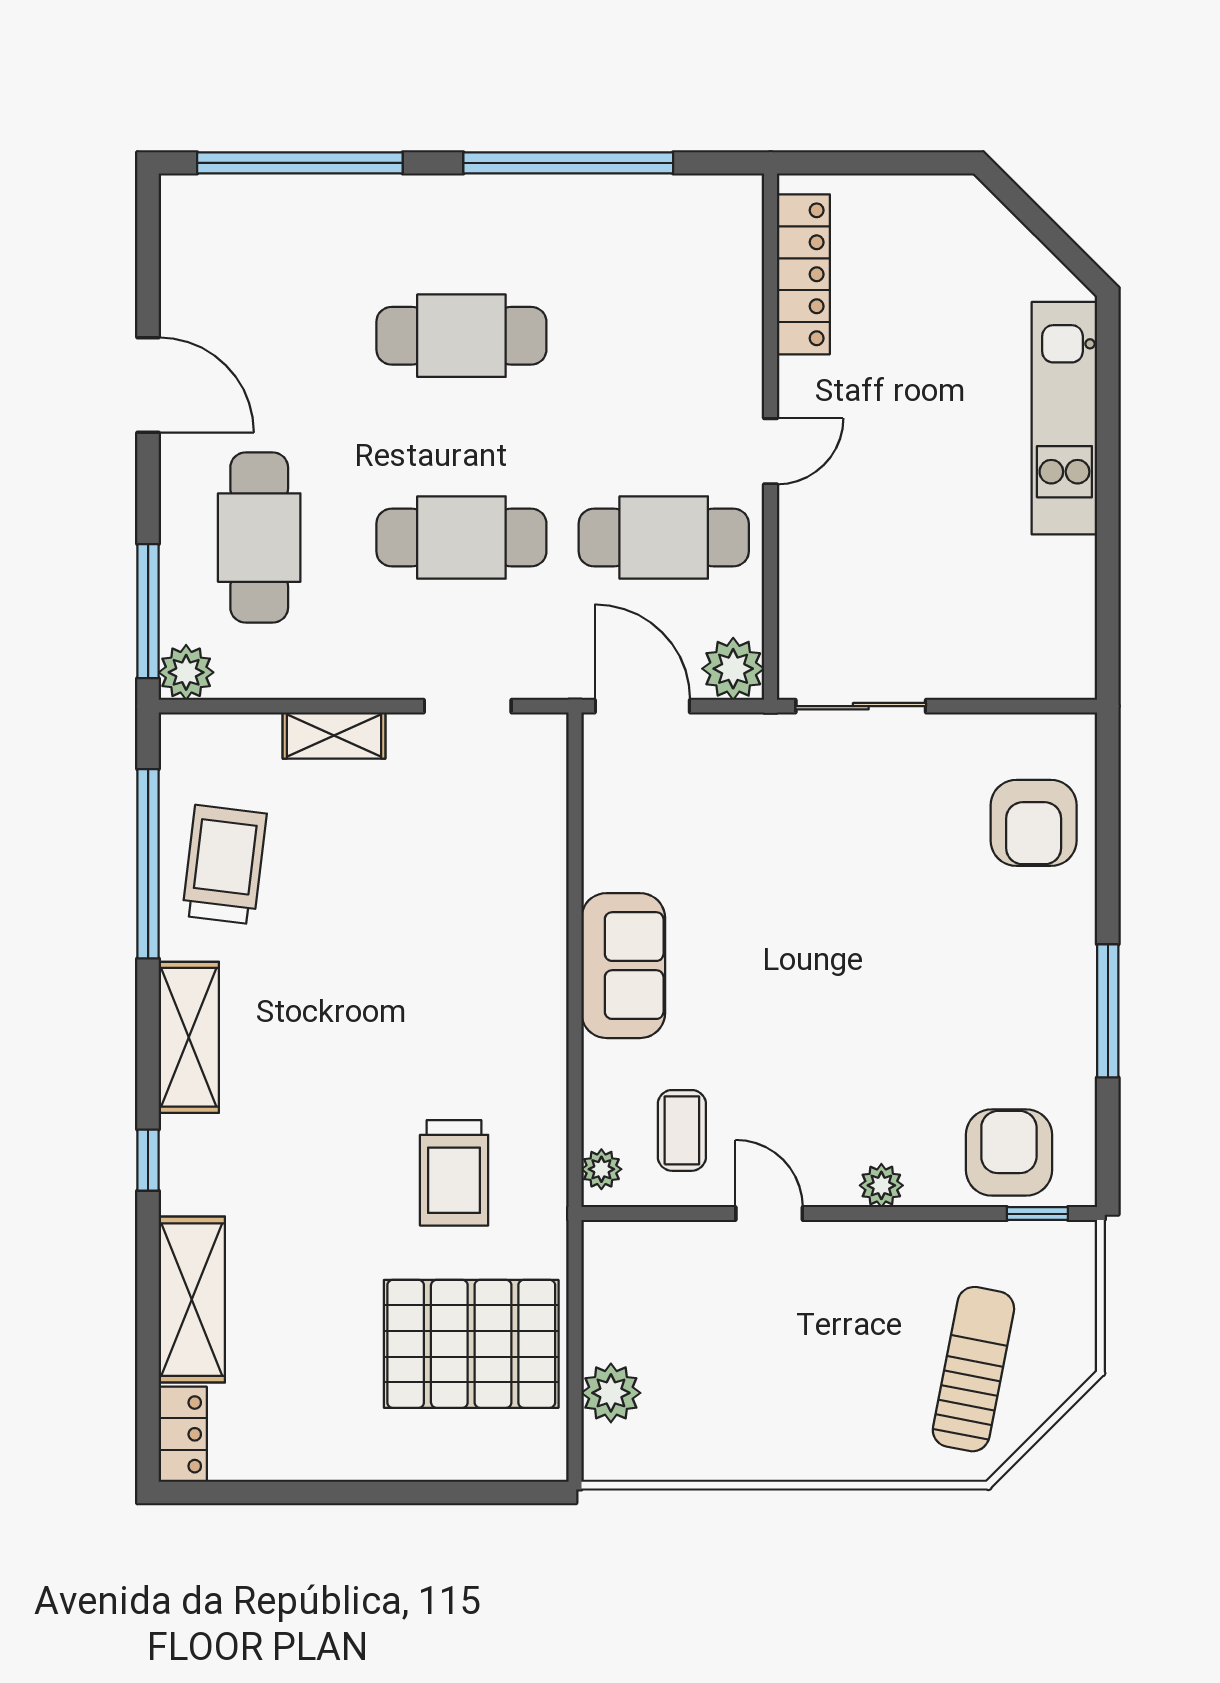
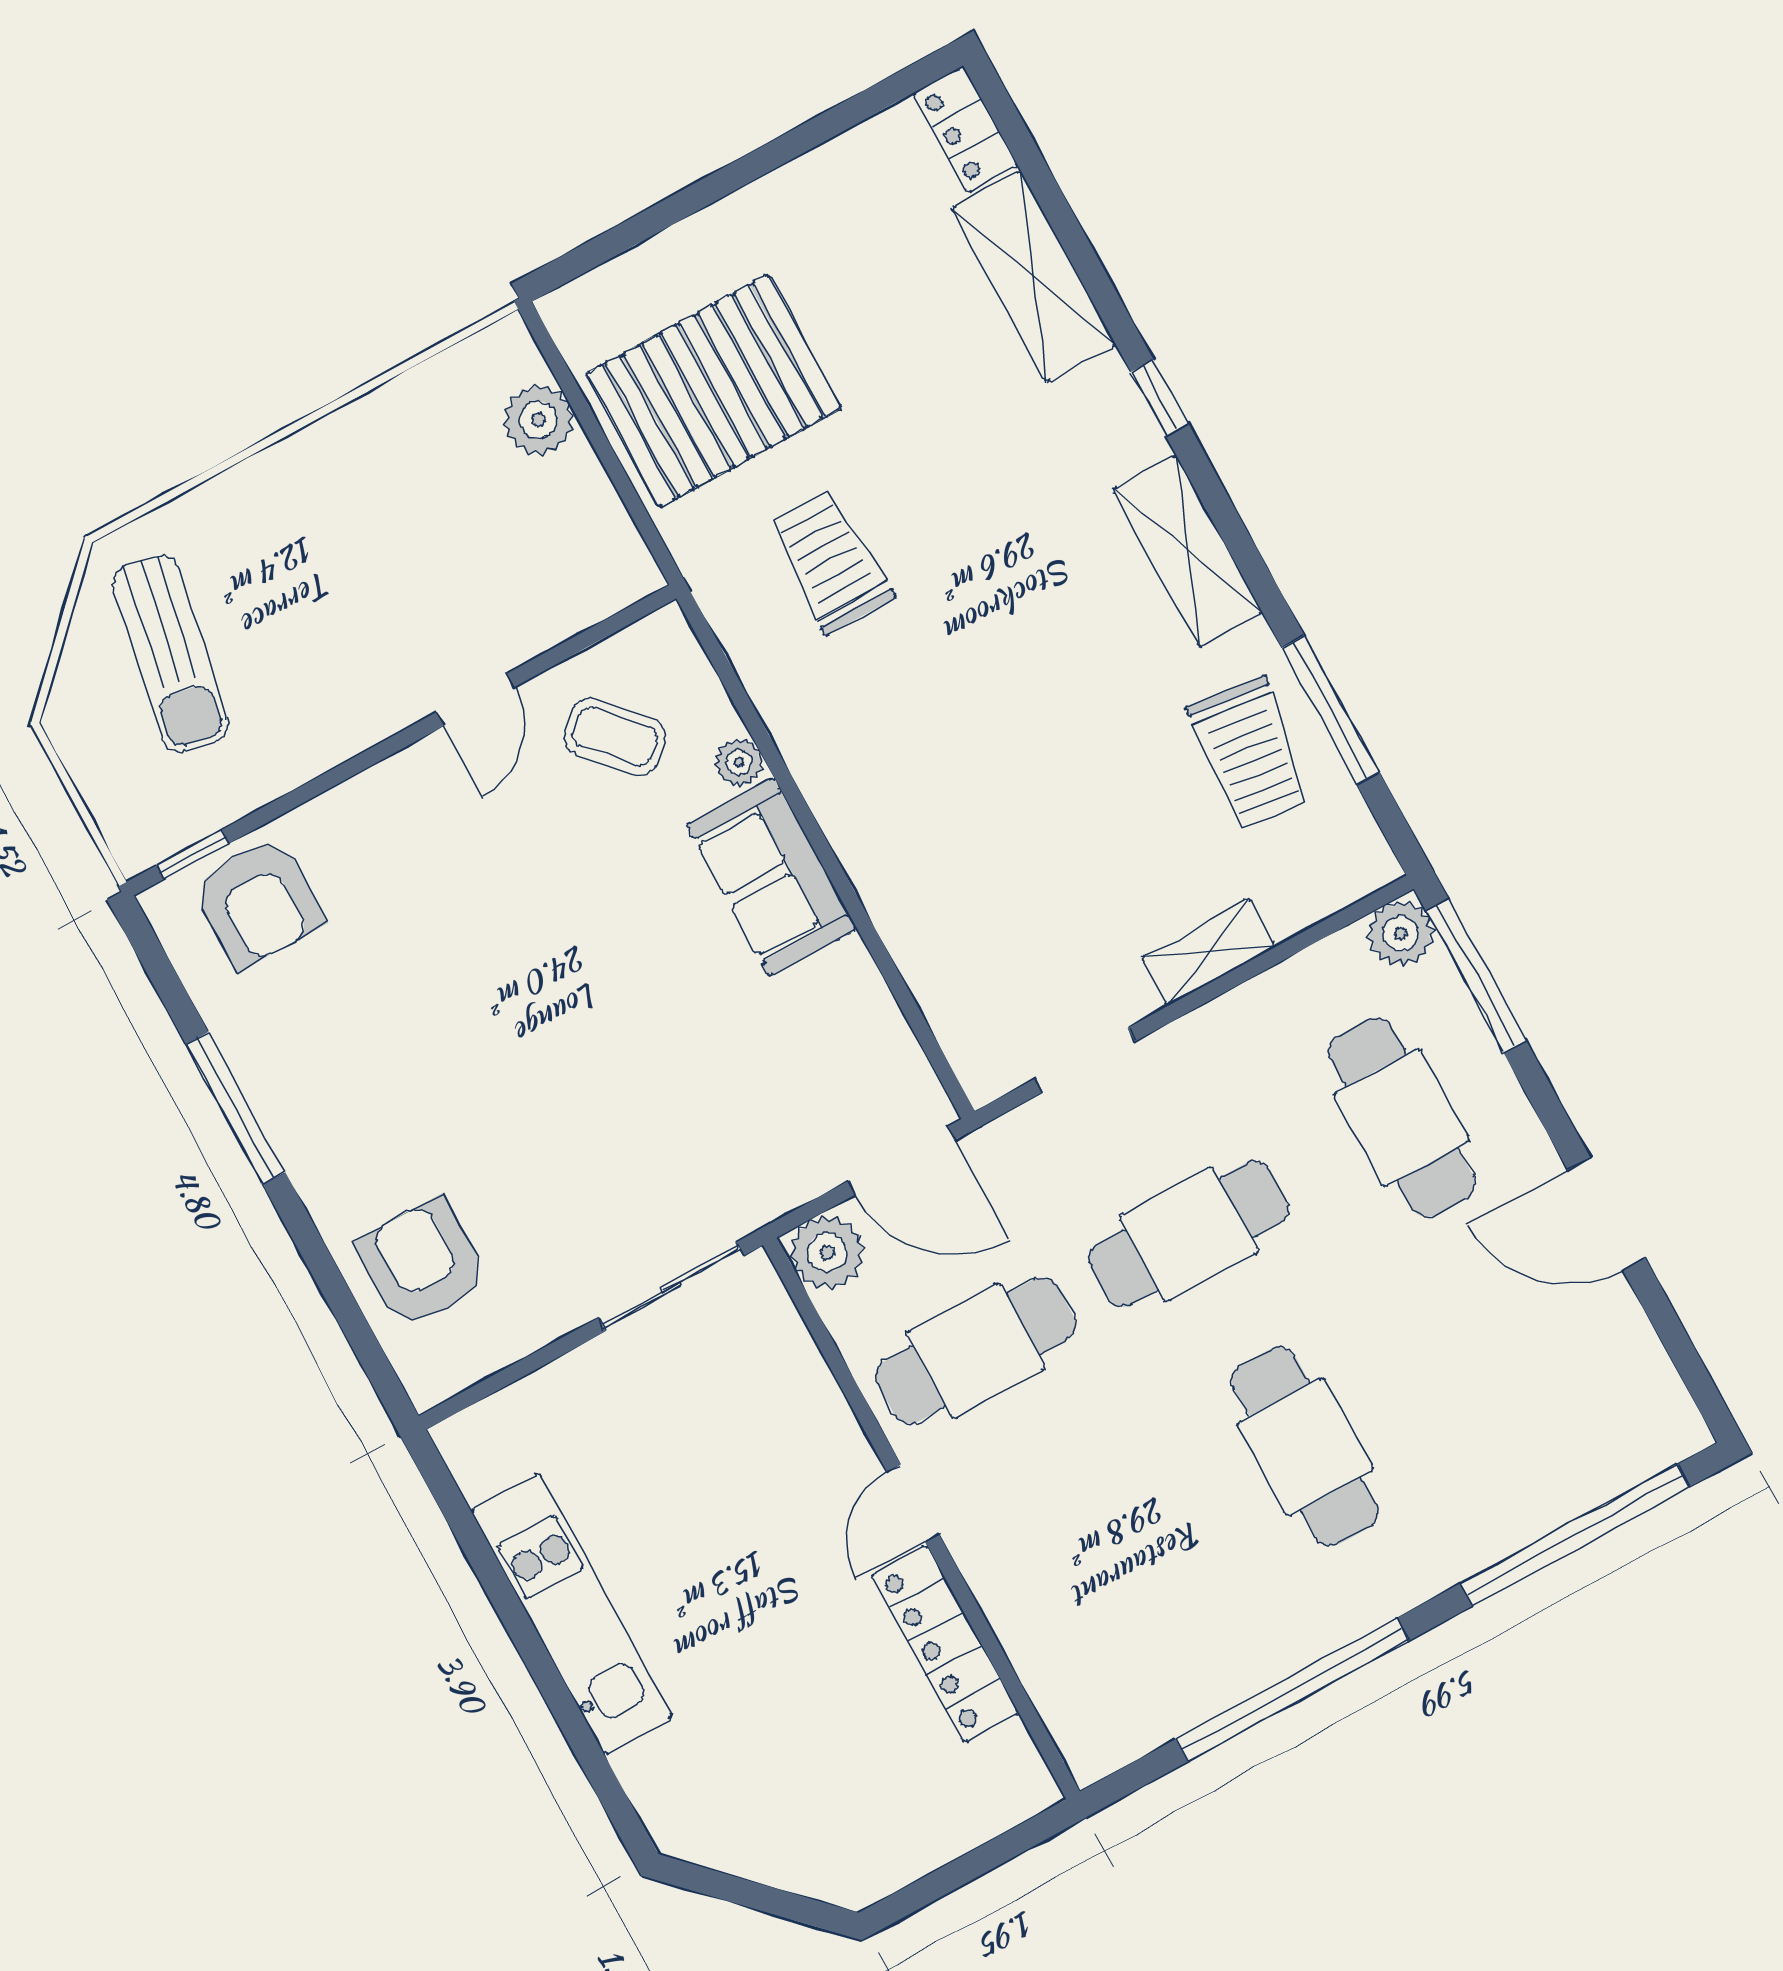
locker: (803, 274) -> (945, 1643), moved
cafe table: (461, 336) -> (1305, 1446), turned 90
kitchen unit: (1064, 418) -> (572, 1614), moved
window: (148, 864) -> (1331, 710), width x0.68
coffee table: (682, 1130) -> (615, 737), turned -42
plant: (601, 1169) -> (739, 762), moved
plant: (881, 1185) -> (373, 794), removed
door: (769, 1214) -> (475, 700), hinge flipped

